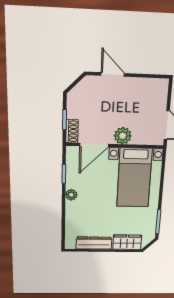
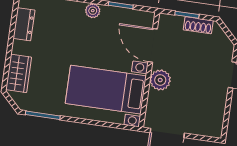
shoe rack: (72, 131) -> (198, 25), moved
dresser: (94, 243) -> (24, 24), width x0.70

